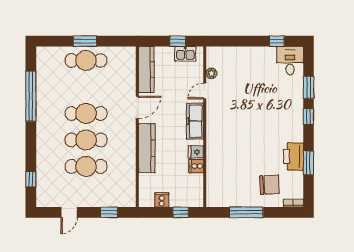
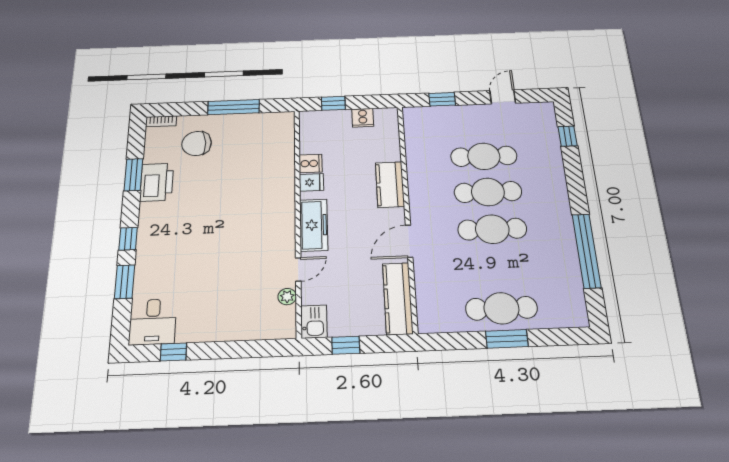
kitchen sink: (185, 54) -> (314, 322), moved, turned 90
kitchen counter: (147, 148) -> (390, 185), width x0.67

